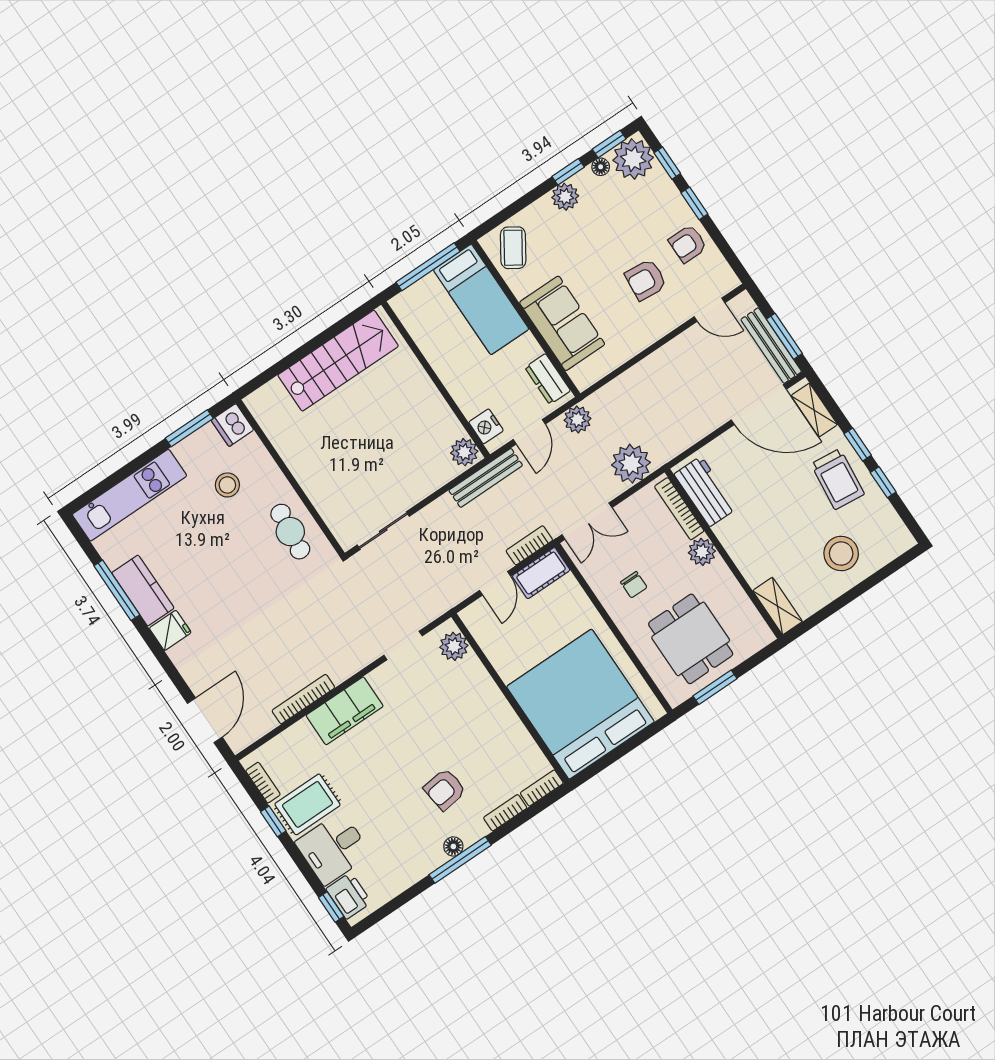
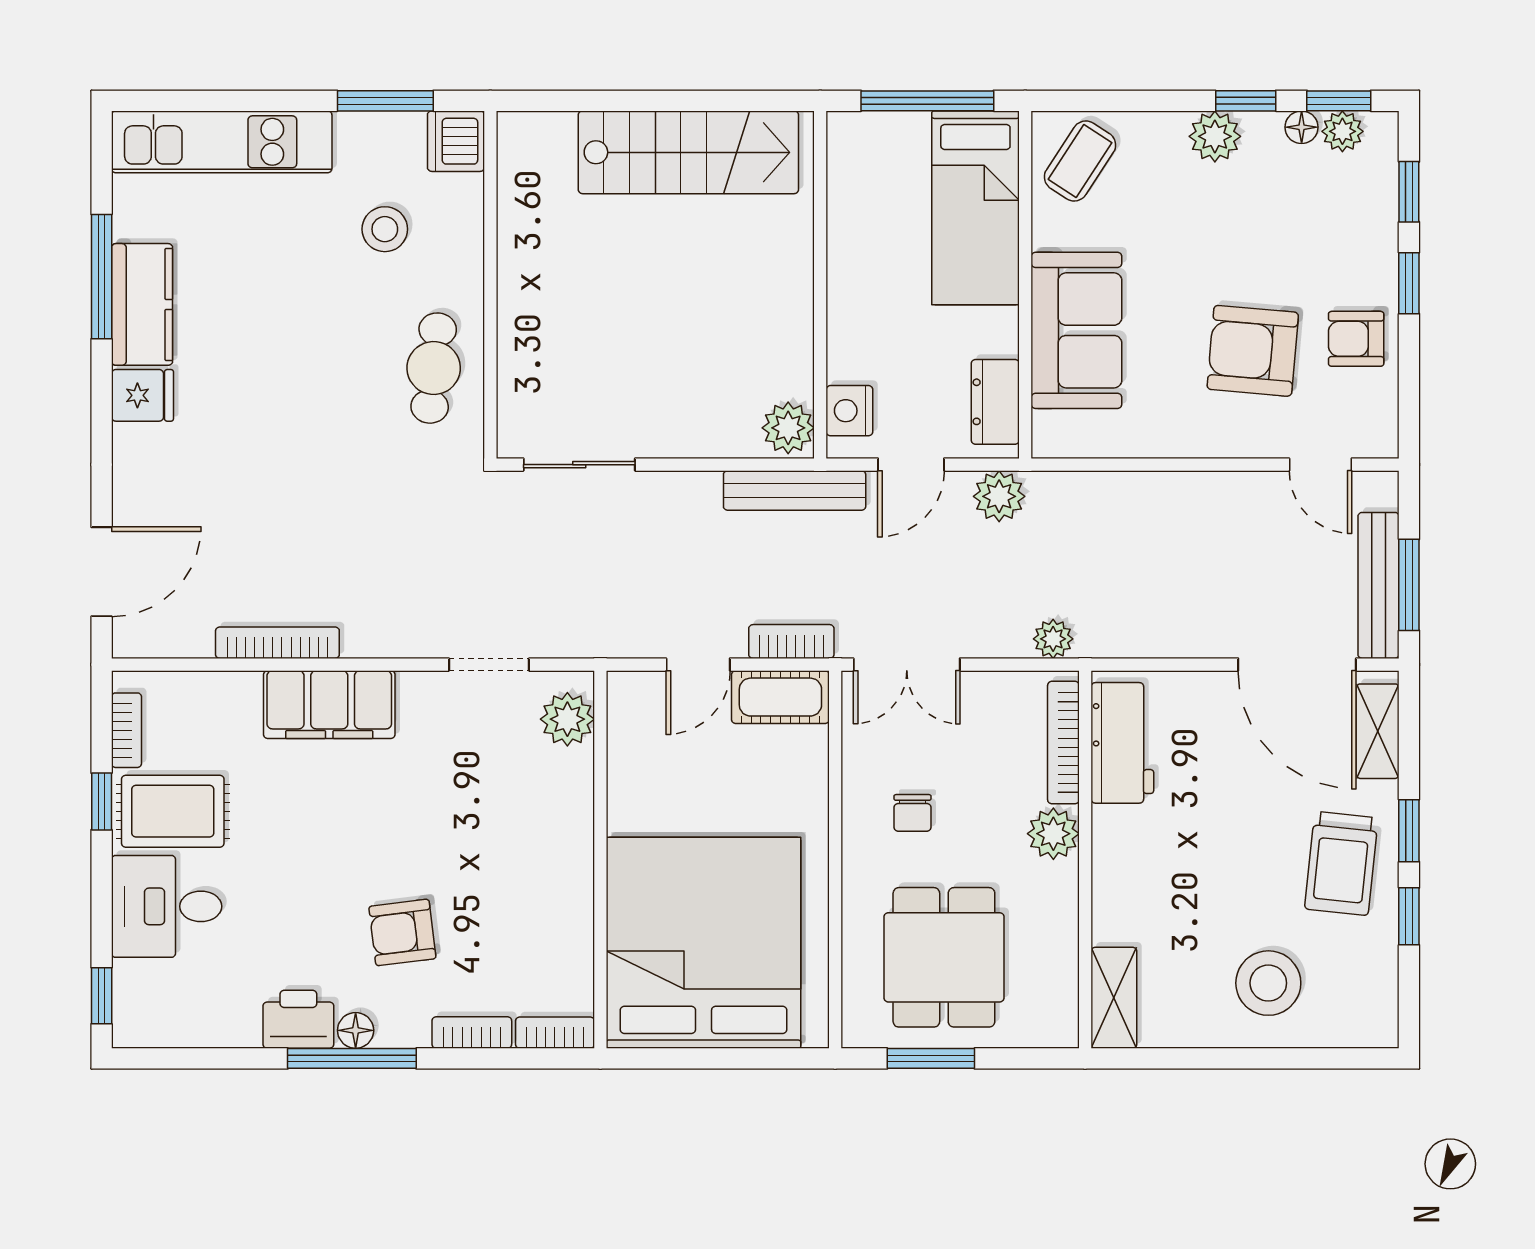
plant: (633, 159) -> (1342, 131), width x0.53, depth x0.53
armchair: (646, 280) -> (1253, 351), width x1.38, depth x1.38
plant: (631, 464) -> (1053, 639), width x0.53, depth x0.53
printer: (349, 896) -> (298, 1019), moved, turned -90

